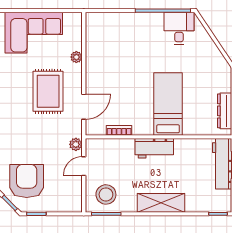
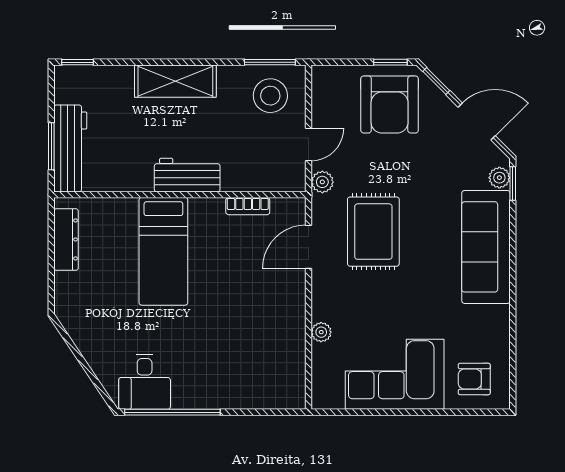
rug: (48, 91) -> (373, 232), moved
armchair: (27, 181) -> (390, 104), moved

